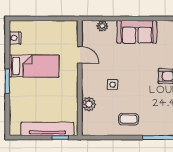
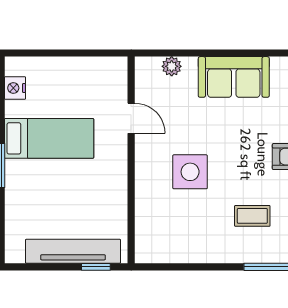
side table: (113, 85) -> (190, 172), width x1.87, depth x1.87
plant: (89, 104) -> (147, 207), removed
coffee table: (128, 119) -> (252, 216), moved

